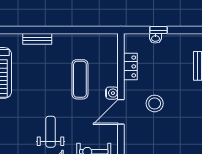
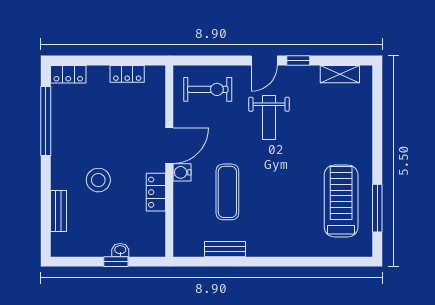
bench: (37, 39) -> (225, 249), moved
locker: (130, 66) -> (156, 192), moved
stool: (155, 103) -> (98, 180), moved

